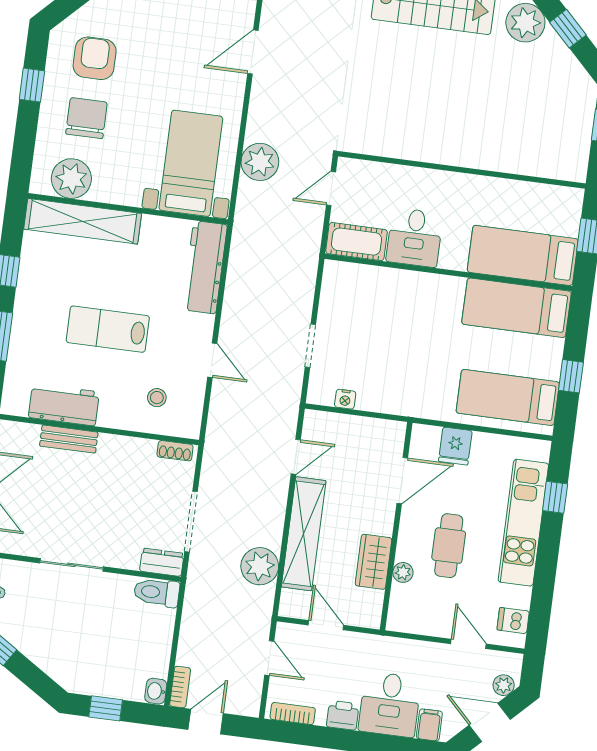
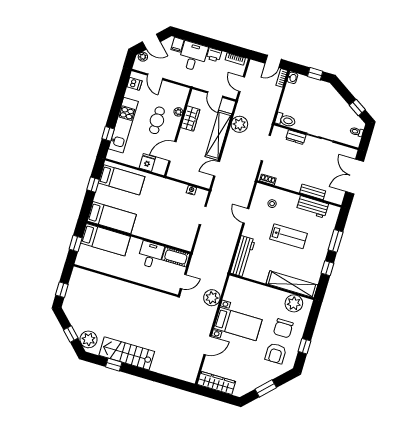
bed with nightstands: (191, 163) -> (238, 324), moved, turned -90
dresser: (162, 562) -> (296, 137), moved

